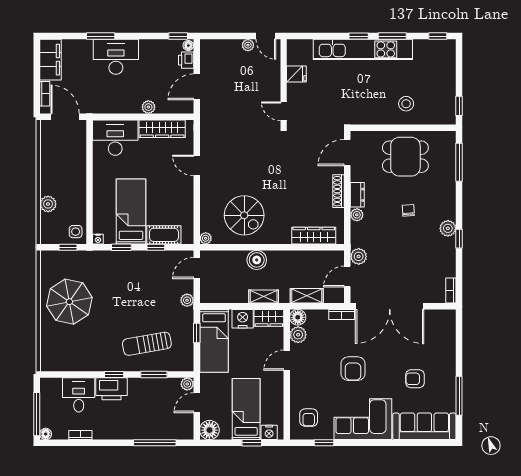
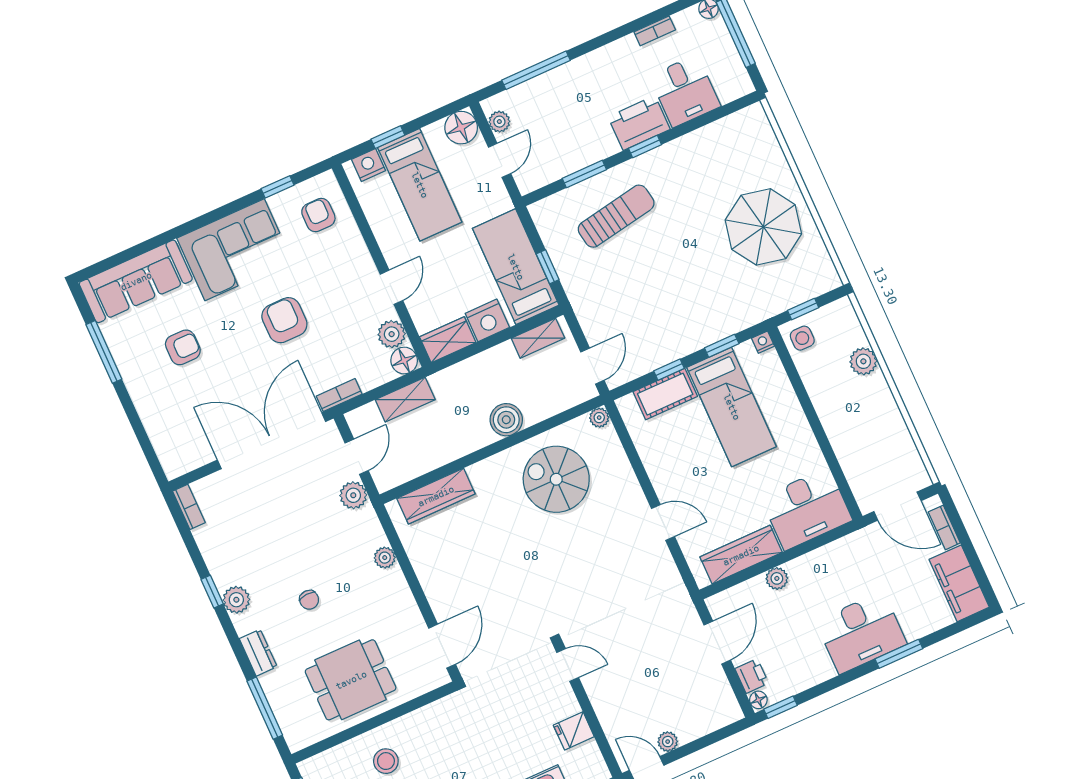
shoe rack: (339, 191) -> (429, 581), removed
dresser: (357, 195) -> (258, 653), moved, turned 180
shelving: (264, 297) -> (538, 338), moved
plant: (187, 300) -> (585, 310), removed
plant: (187, 384) -> (499, 122), moved

